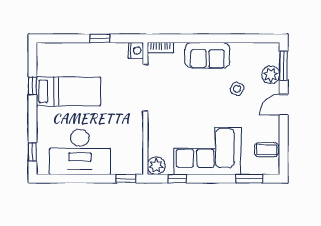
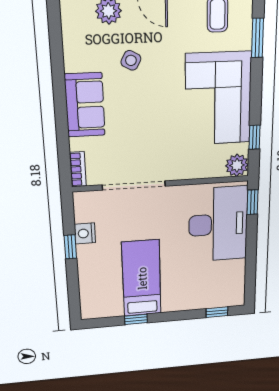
nightstand: (136, 50) -> (85, 233), moved, turned -90
desk: (80, 152) -> (218, 224), moved

